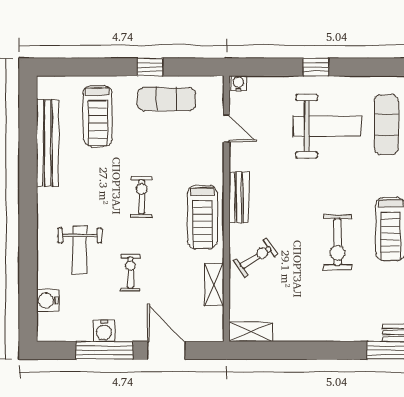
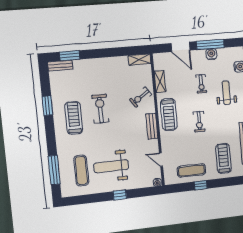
treadmill: (202, 217) -> (169, 115), turned 180

